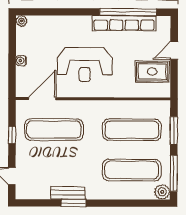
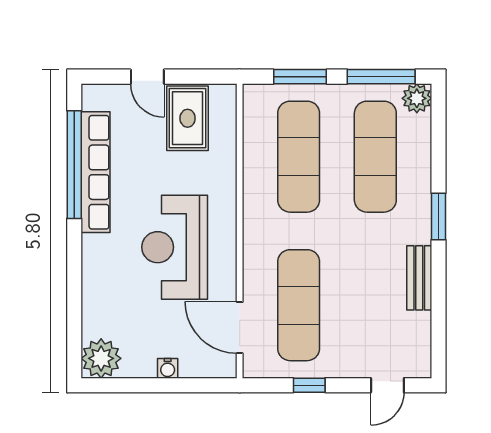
plant: (22, 21) -> (101, 358), width x1.88, depth x1.88
reception desk: (85, 65) -> (175, 247), turned 180
window: (74, 203) -> (438, 217), moved

